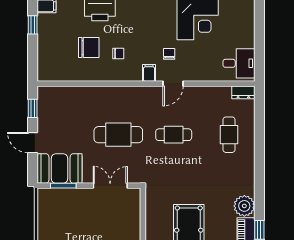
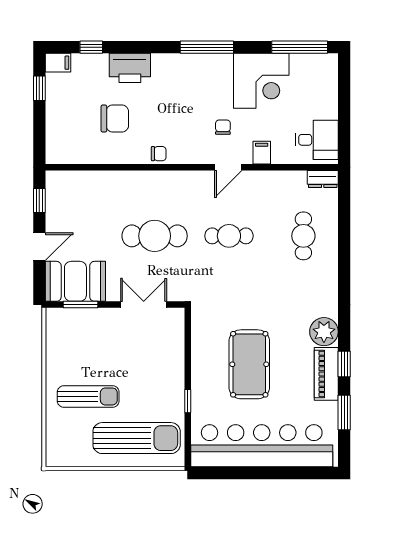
chair: (118, 54) -> (159, 154), moved
filing cabinet: (149, 73) -> (262, 153), moved
door: (33, 143) -> (39, 247), swing flipped

